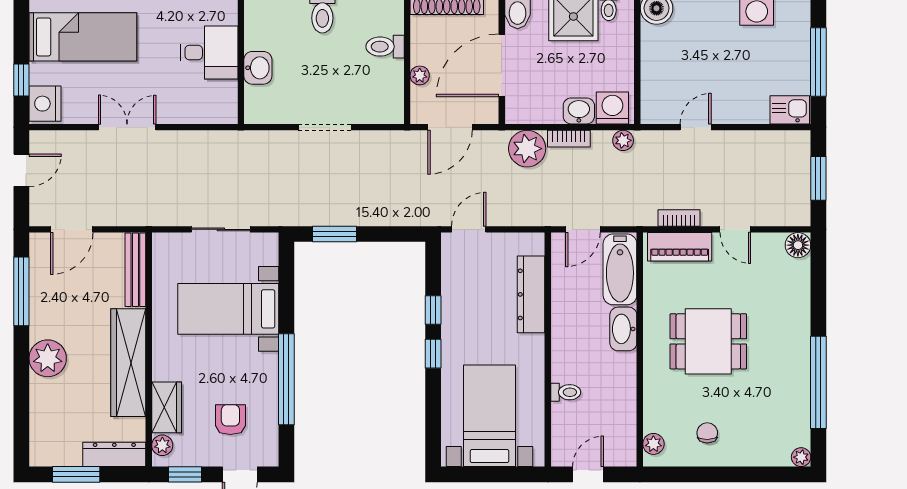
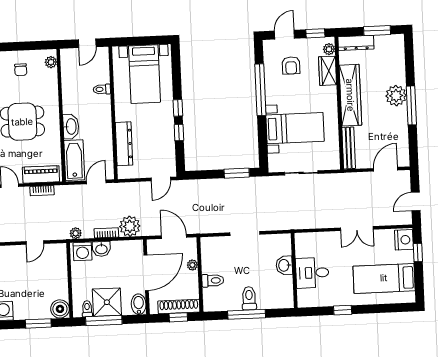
door: (450, 127) -> (174, 237), hinge flipped
window: (21, 291) -> (411, 105), moved

